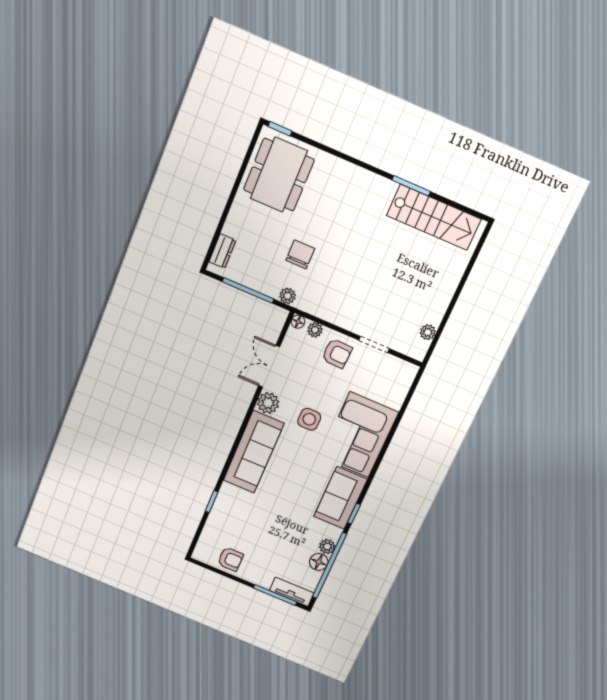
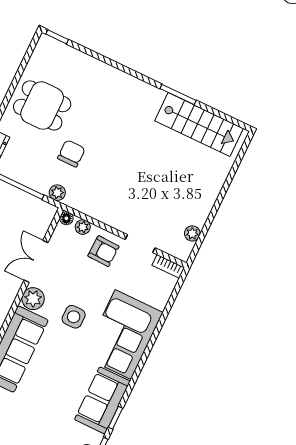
dining table: (279, 175) -> (42, 105), moved, width x0.73
bookcase: (403, 366) -> (168, 266), added

